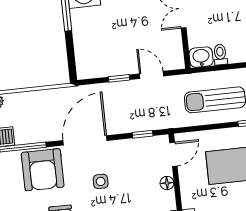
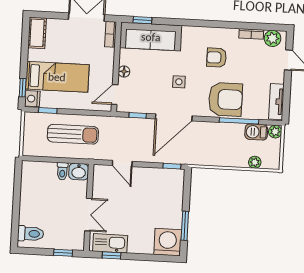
window: (119, 78) -> (172, 166), moved
door: (85, 140) -> (174, 117), moved
armchair: (43, 170) -> (225, 99), turned 90

